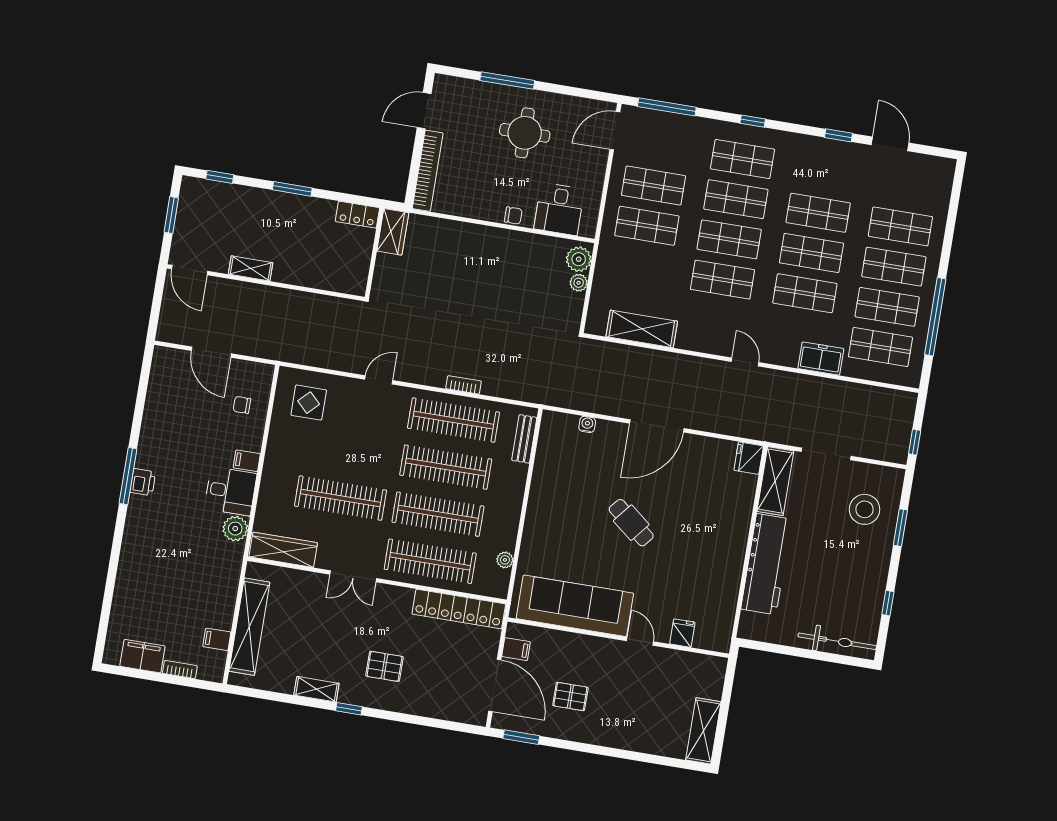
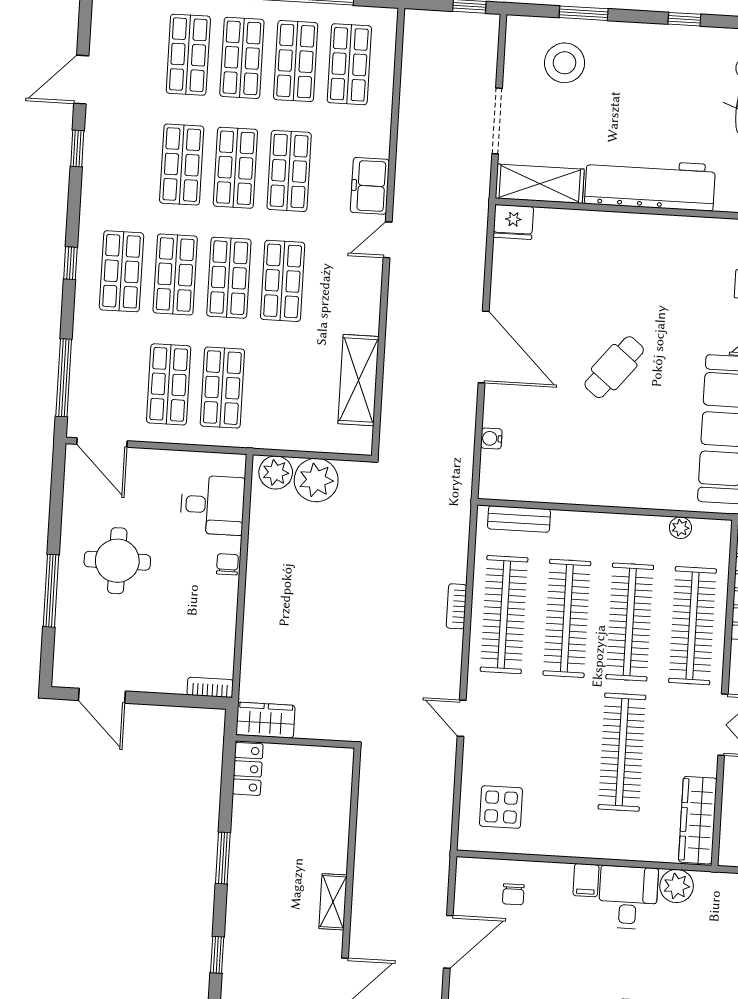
bookcase: (428, 171) -> (210, 687), width x0.43, depth x0.76
plant: (579, 283) -> (316, 480), width x1.88, depth x1.88
freezer: (821, 358) -> (370, 186), moved

